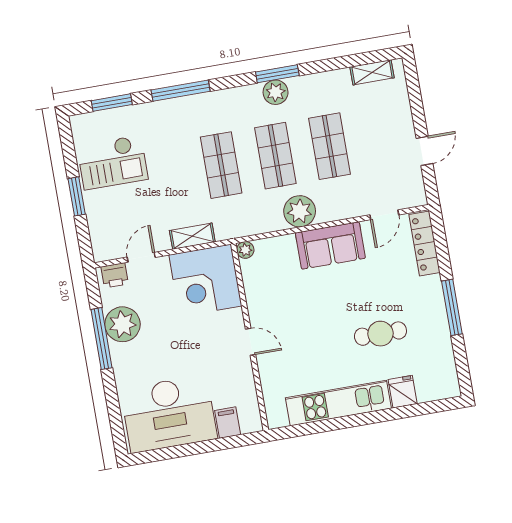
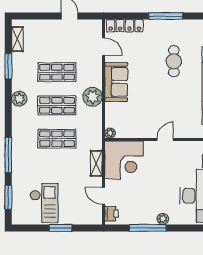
window: (277, 74) -> (8, 66), moved
plant: (122, 324) -> (163, 219), moved, width x0.53, depth x0.53

